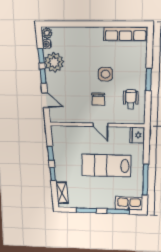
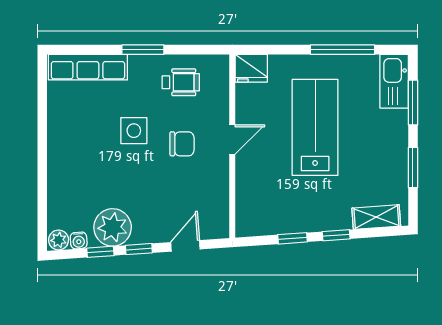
row of seats: (126, 34) -> (88, 67), moved, turned 90
wheelchair: (131, 99) -> (181, 82), turned 180
lab bench: (106, 166) -> (315, 127), turned 180

